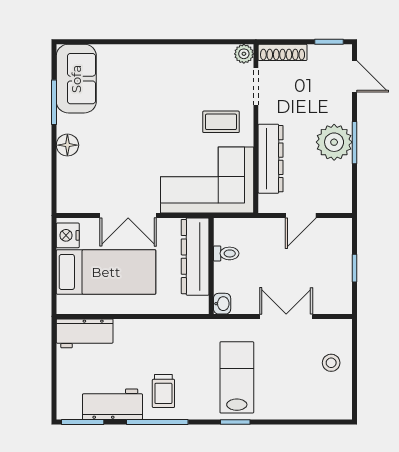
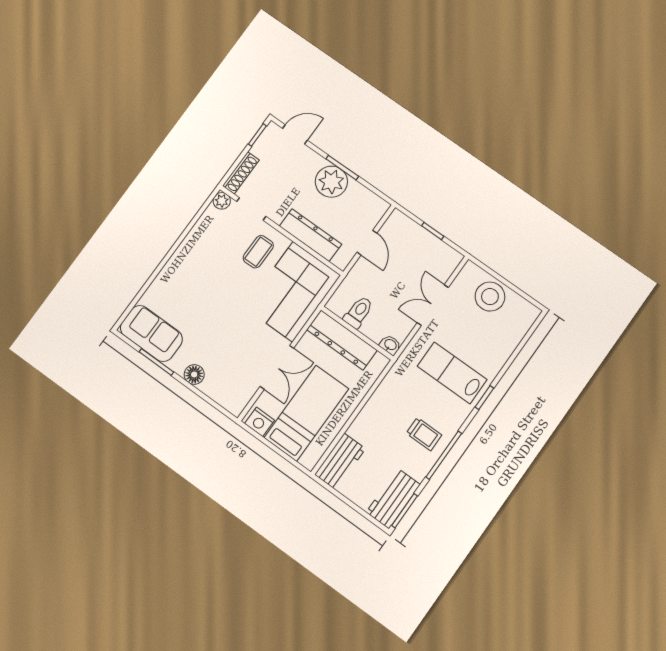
toilet: (226, 253) -> (358, 312), width x1.37, depth x1.39
stool: (331, 363) -> (490, 297), width x1.89, depth x1.89
workbench: (112, 404) -> (393, 498), moved

